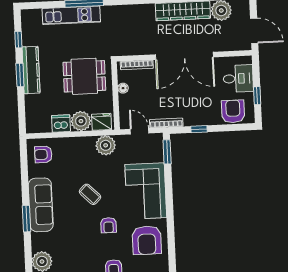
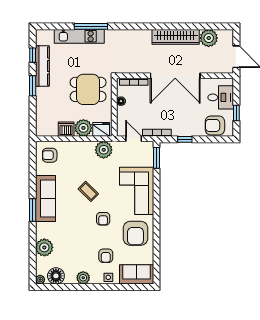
kitchen counter: (31, 70) -> (42, 66), moved
armchair: (233, 111) -> (215, 125), turned -90

